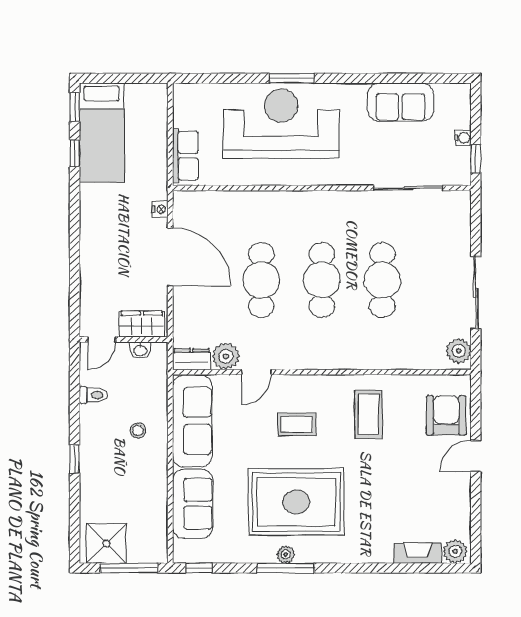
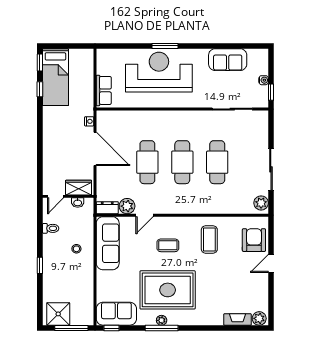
sofa: (193, 504) -> (116, 314), moved, turned -90

